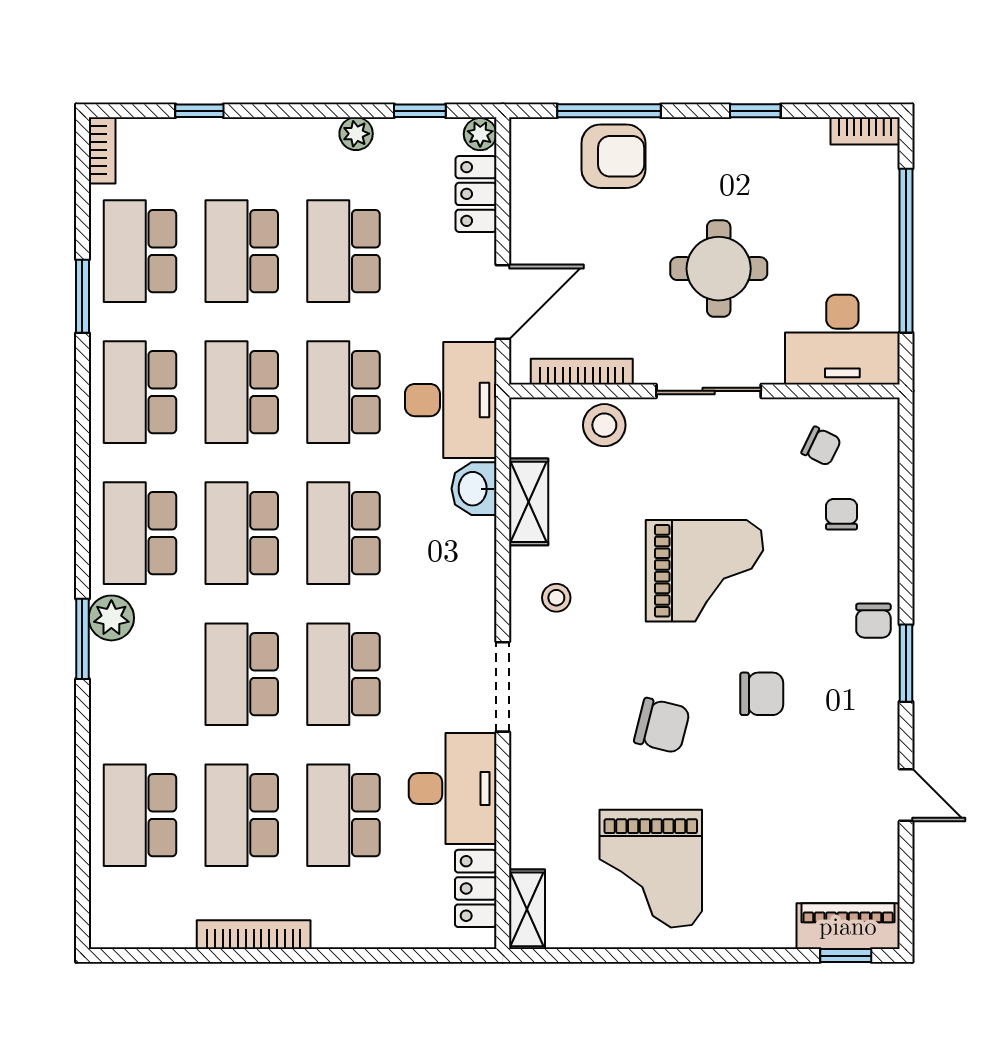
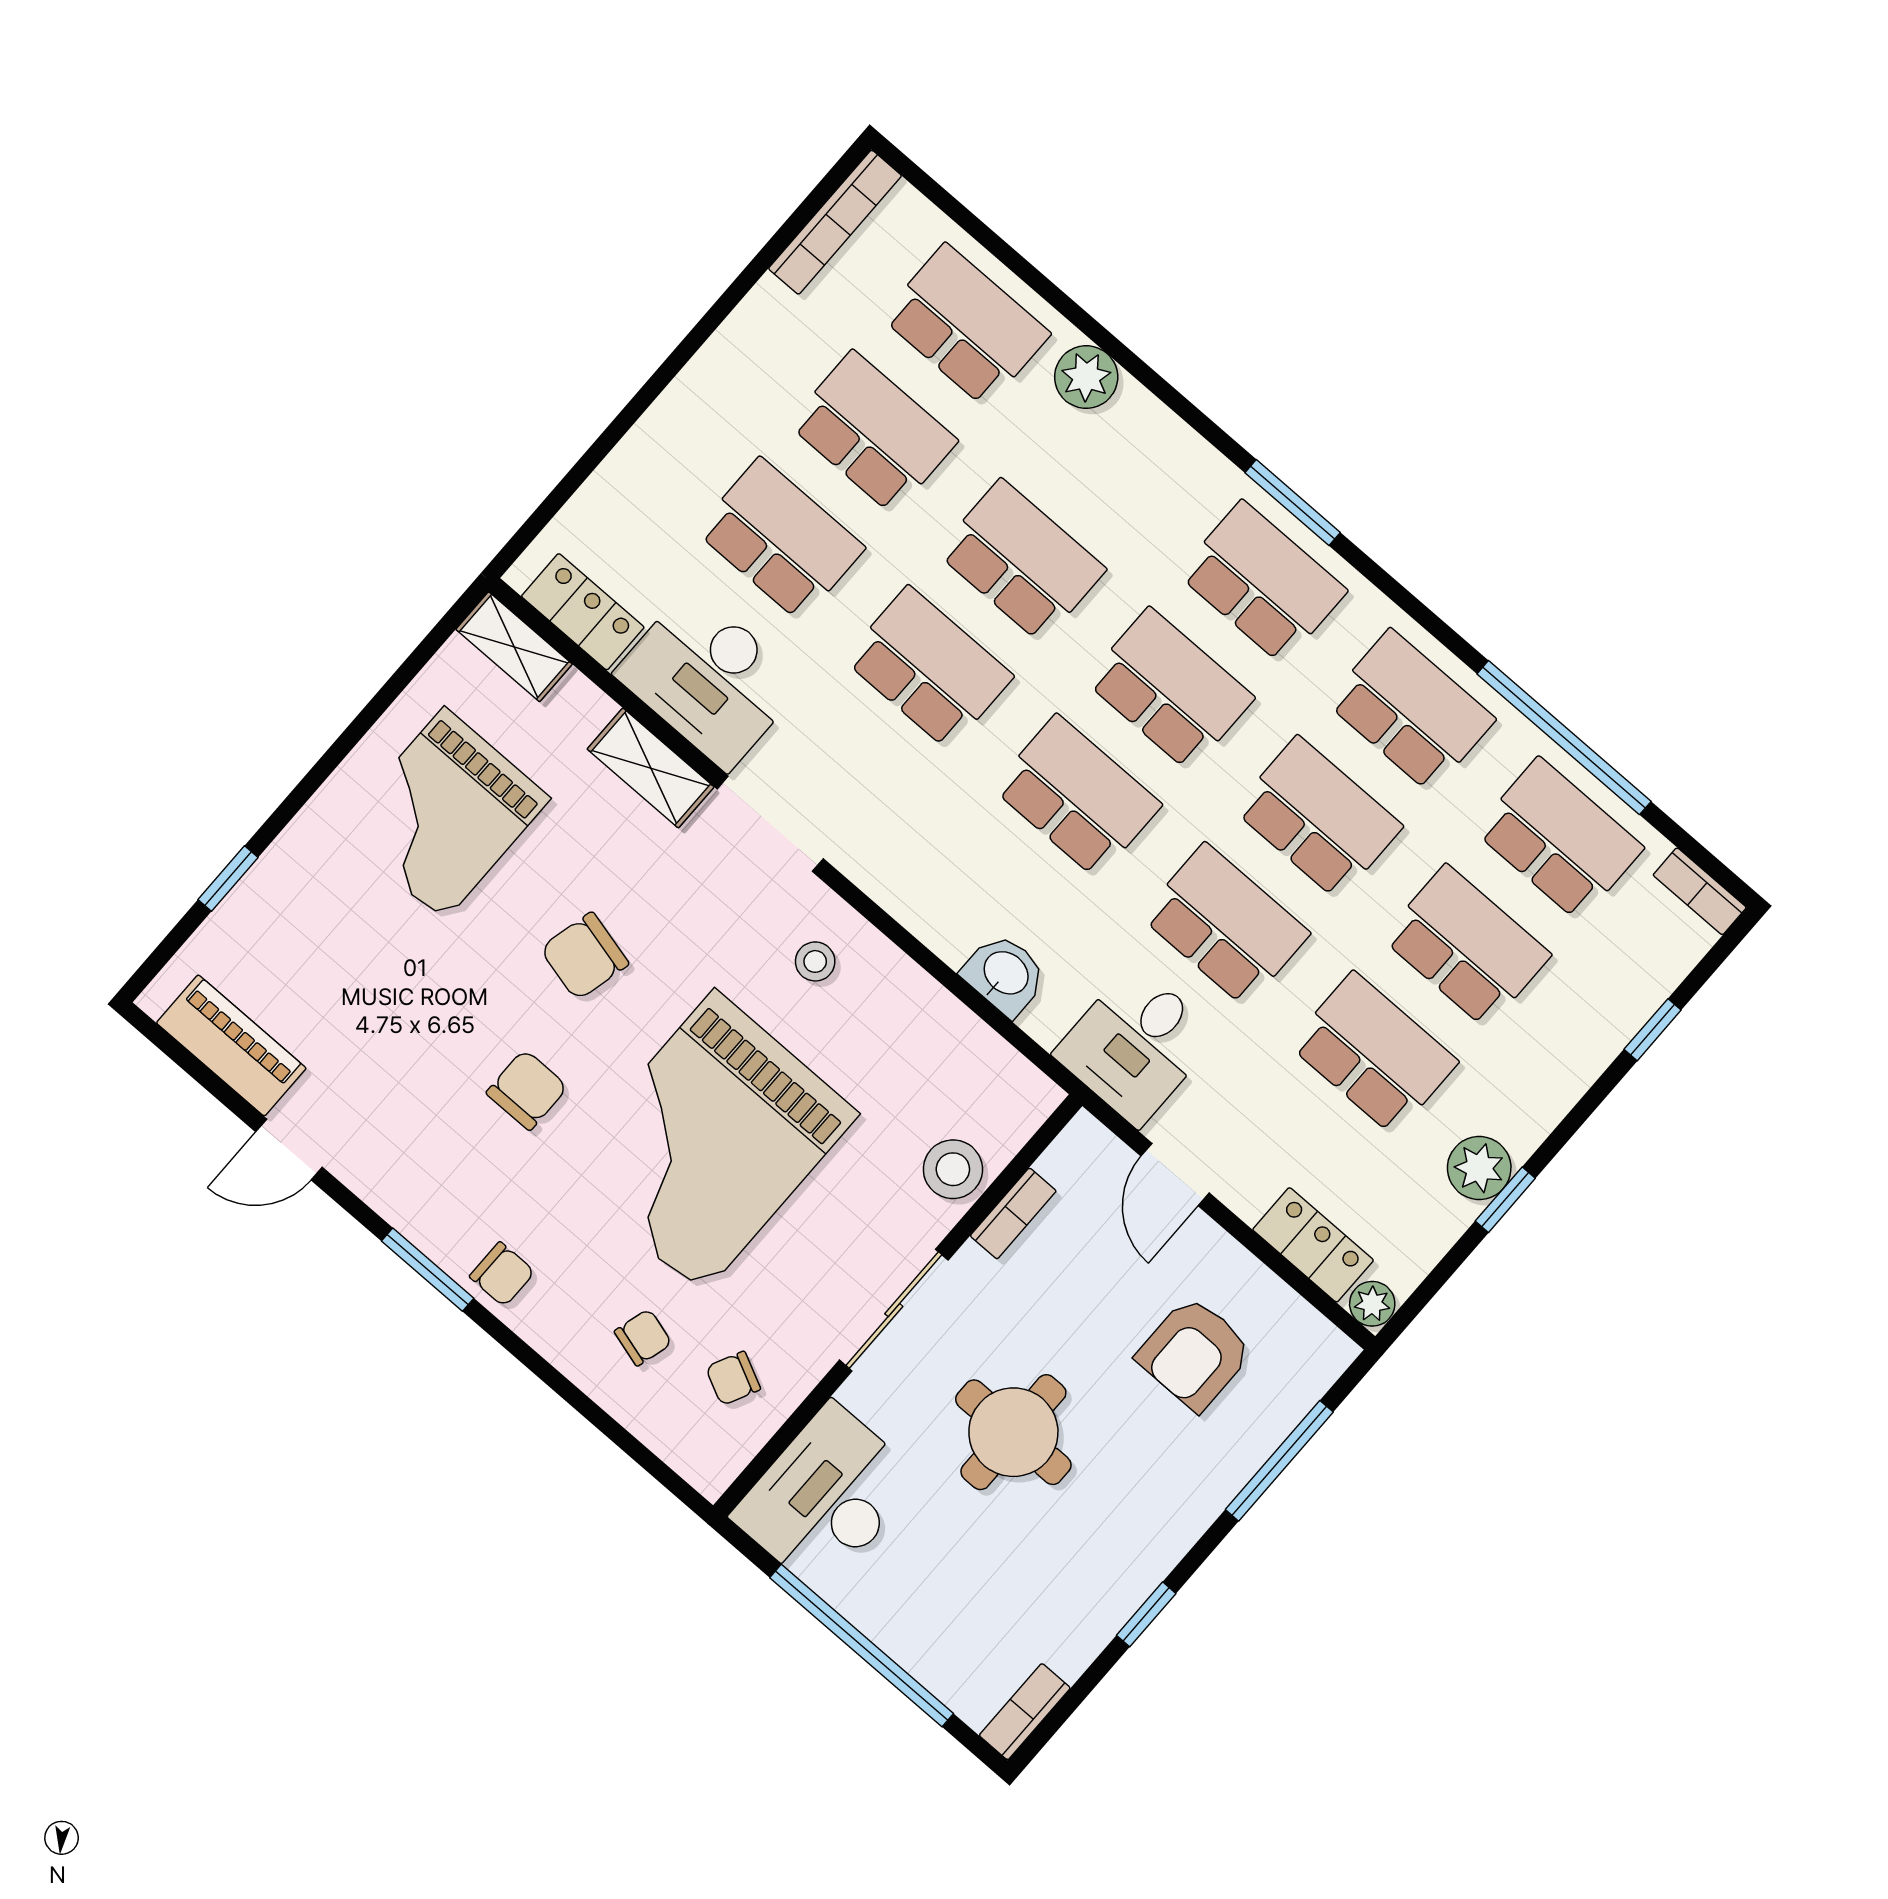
window: (420, 111) -> (1505, 1200), moved
plant: (356, 134) -> (1479, 1168), width x1.38, depth x1.38
armchair: (613, 156) -> (1195, 1353), moved
window: (82, 296) -> (1564, 738), width x2.11
door: (503, 302) -> (1175, 1175), width x0.73
bookcase: (582, 372) -> (1013, 1213), width x0.64
desk: (451, 400) -> (1136, 1045), width x0.73
shelving: (529, 502) -> (651, 768), moved
chair: (841, 514) -> (643, 1337), turned -74
grand piano: (704, 571) -> (708, 1142), width x1.37, depth x1.48
plant: (111, 618) -> (1086, 377), moved
chair: (873, 621) -> (502, 1274), turned 180
window: (82, 639) -> (1293, 503), moved
chair: (762, 694) -> (527, 1090), turned 180
grand piano: (651, 869) -> (444, 814), turned -90
piano: (848, 926) -> (231, 1045), moved, turned -90
bookcase: (254, 935) -> (835, 222), moved
window: (846, 956) -> (228, 879), moved

